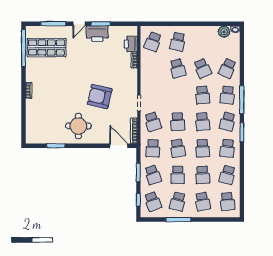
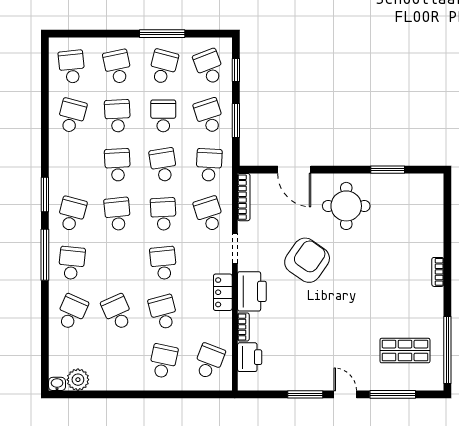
door: (79, 24) -> (345, 394), hinge flipped
printer: (97, 34) -> (252, 291), moved, turned 90
shop shelf: (47, 48) -> (405, 351), width x0.70, depth x0.74
locker: (145, 79) -> (223, 292), added
school desk: (203, 95) -> (163, 263), moved
armchair: (100, 97) -> (307, 260), turned -68
door: (119, 146) -> (294, 170), moved
school desk: (227, 148) -> (72, 165), removed

